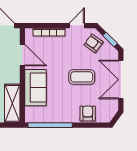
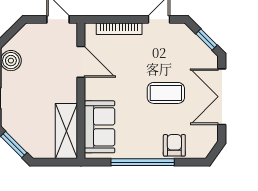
armchair: (94, 43) -> (183, 45), removed
sofa: (35, 88) -> (100, 127), moved
window: (50, 125) -> (143, 162), moved

